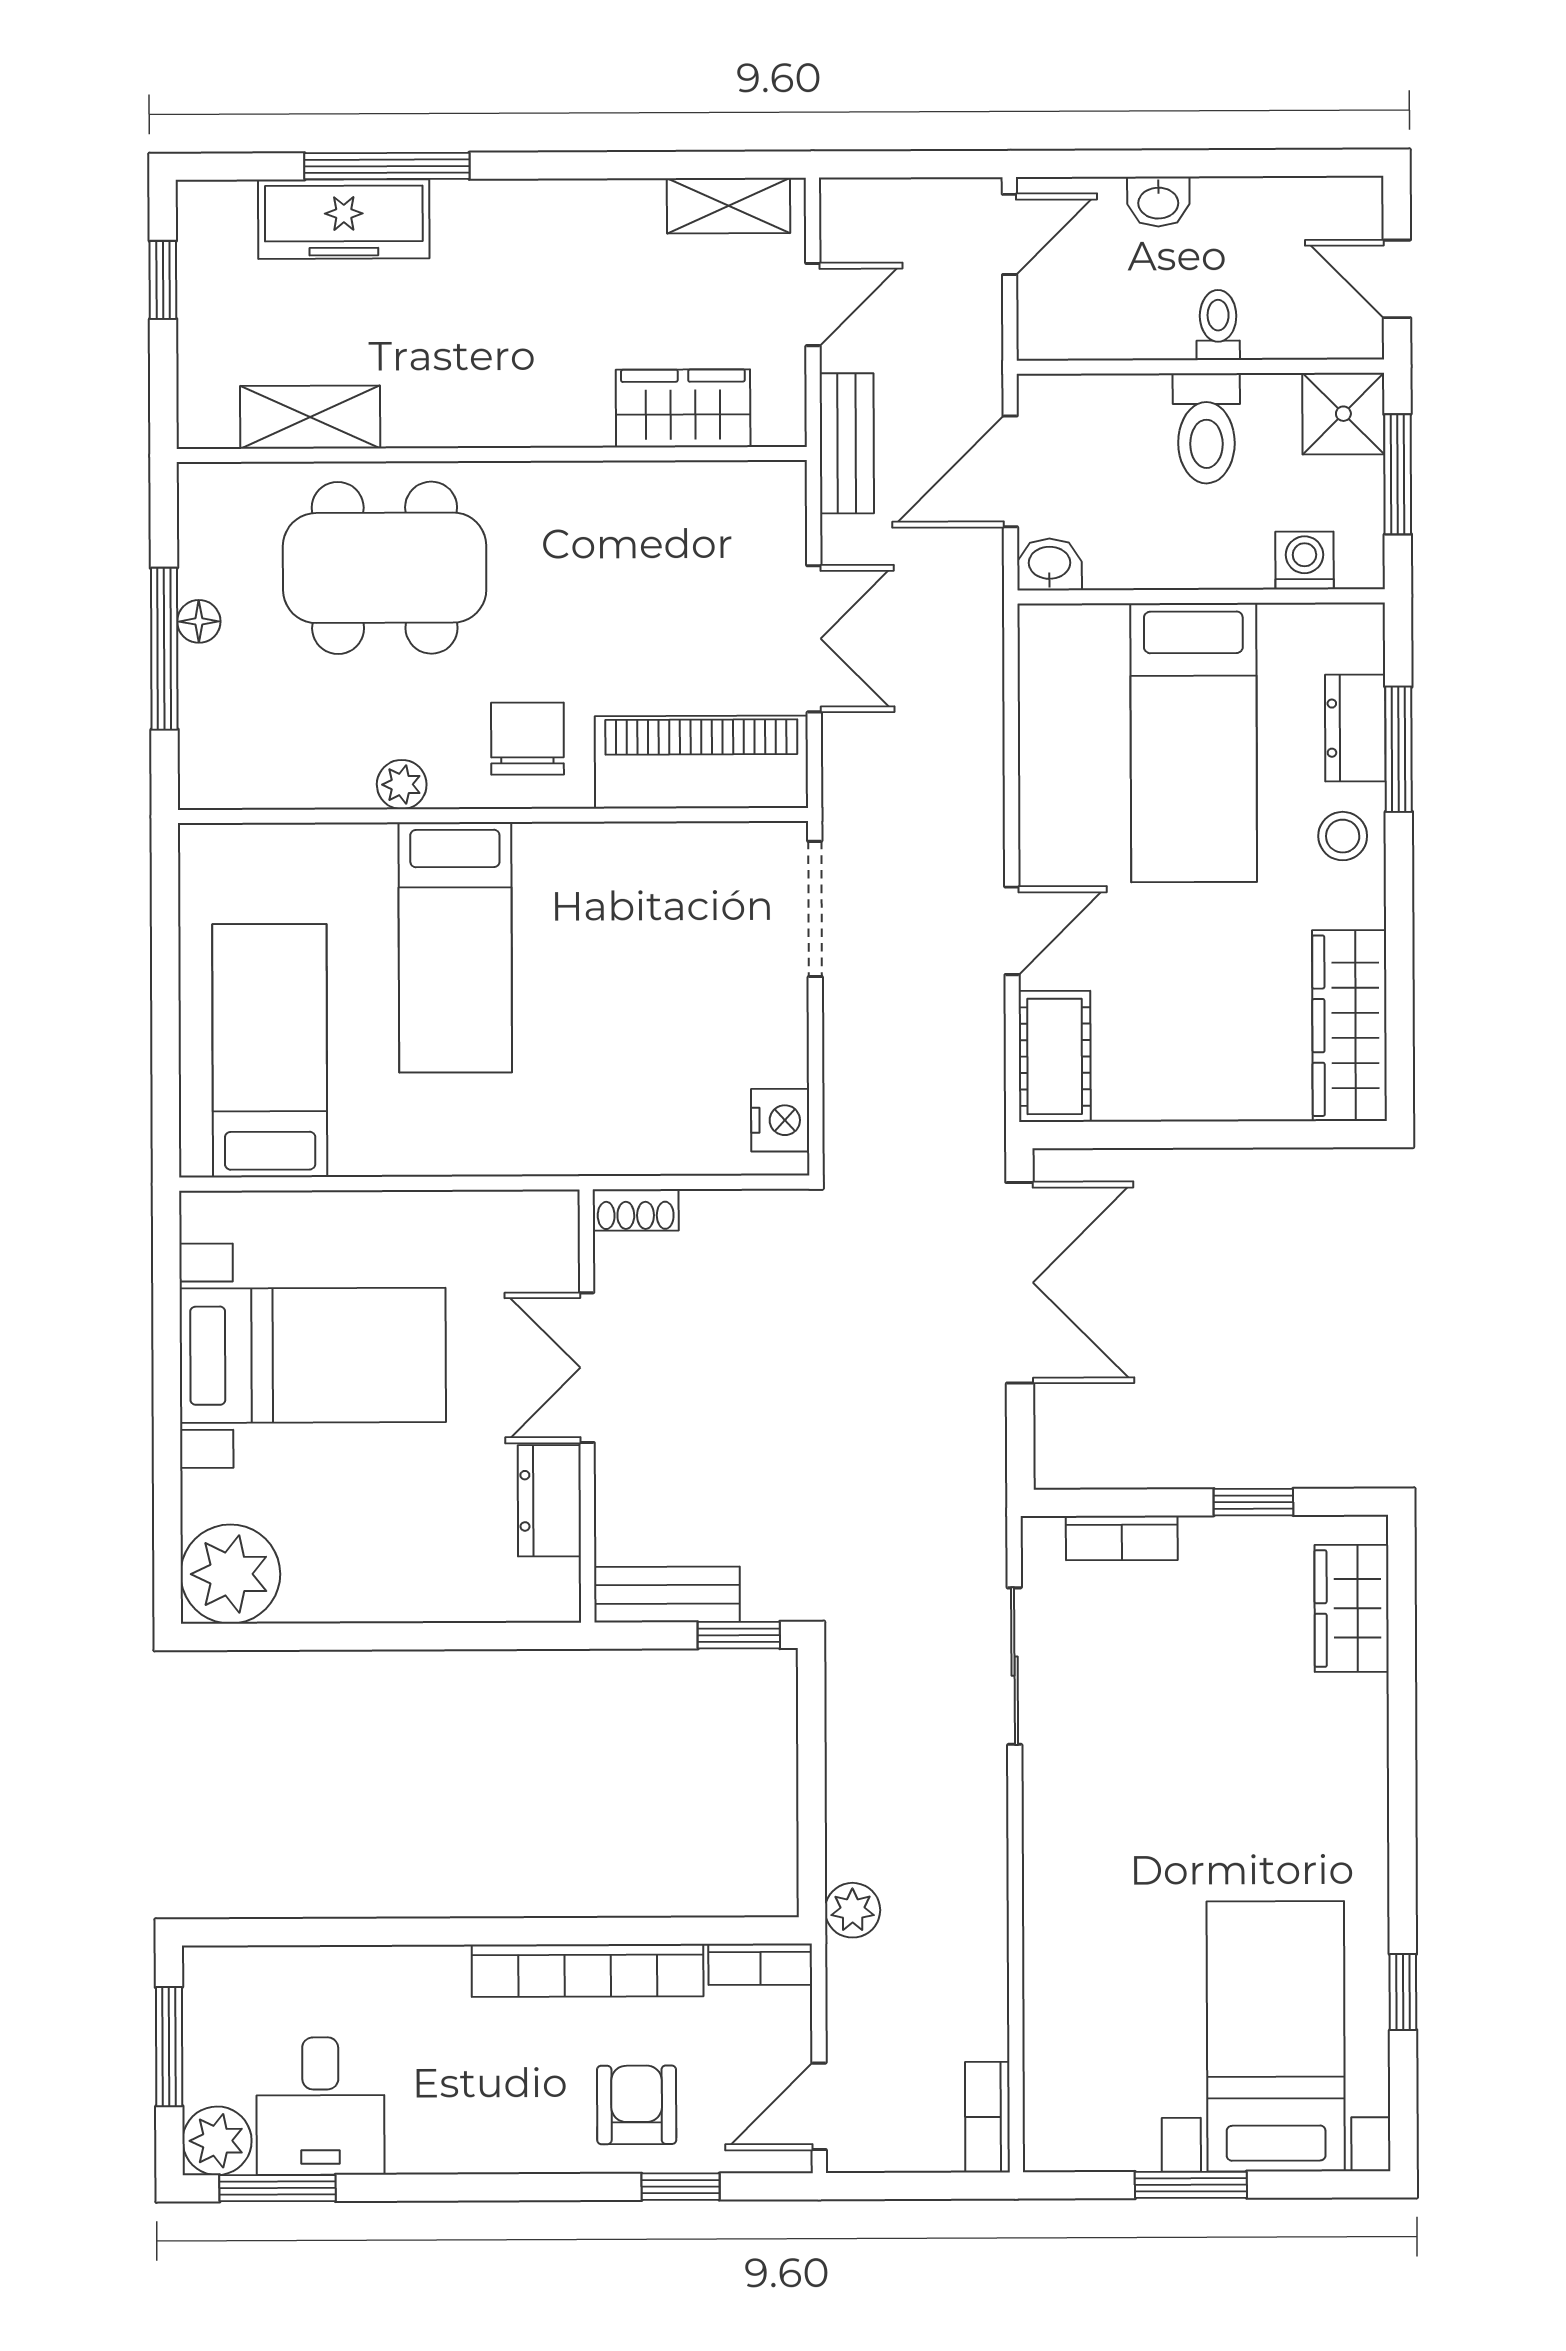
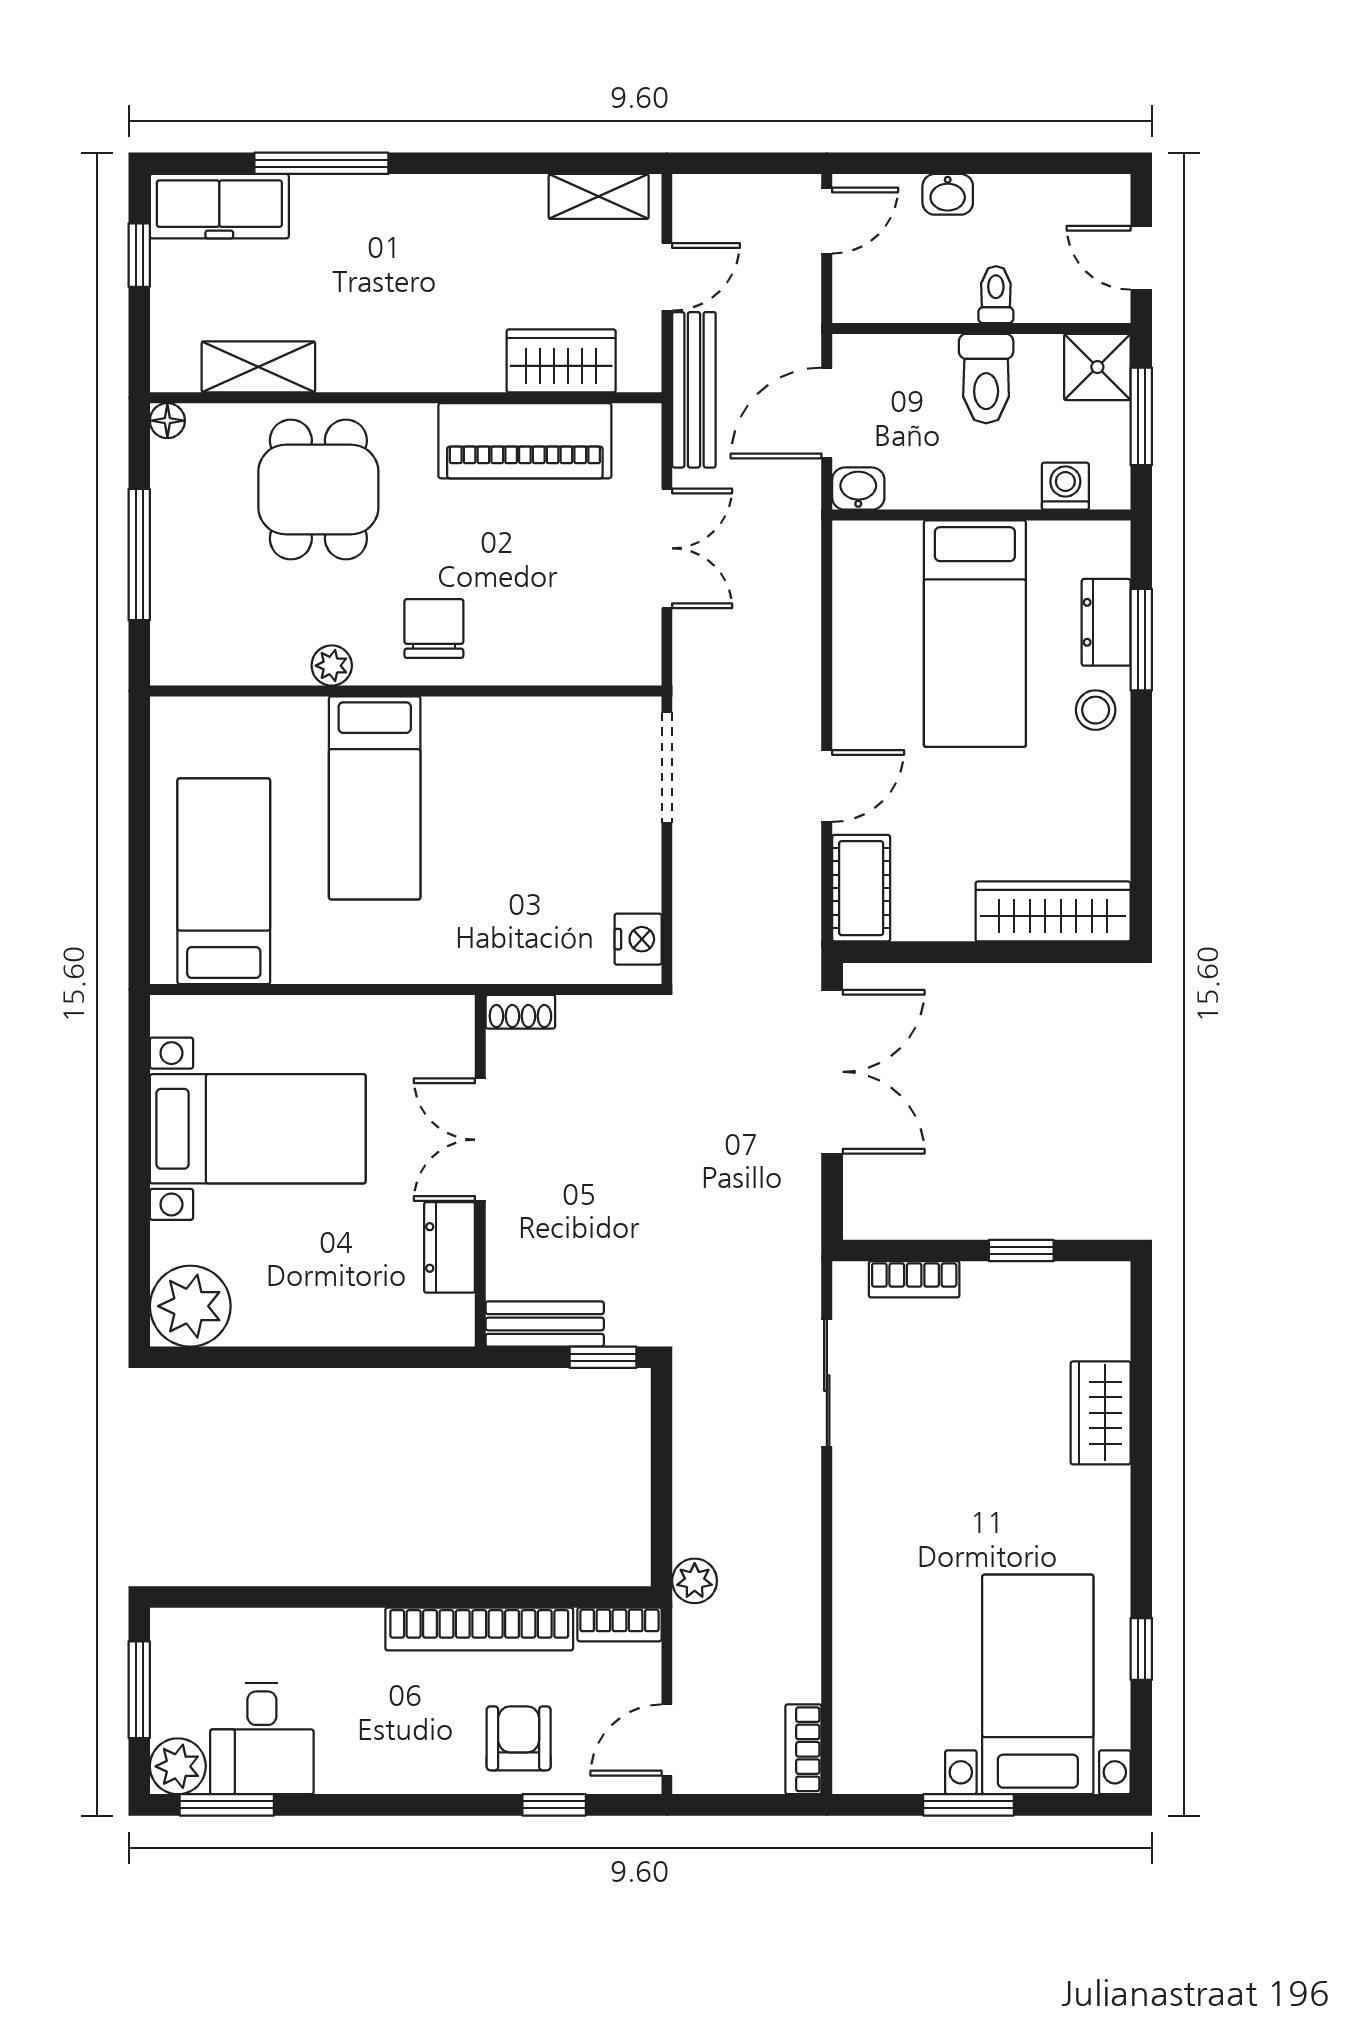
freezer: (344, 219) -> (219, 206), moved
bench: (847, 443) -> (694, 390), width x1.36
dining table: (385, 568) -> (318, 489), width x0.73
floor lamp: (199, 621) -> (167, 421), moved
piano: (701, 762) -> (525, 441), moved, turned 180
wardrobe: (1350, 1026) -> (1053, 911), moved, turned 90
wardrobe: (1352, 1608) -> (1101, 1413), moved

